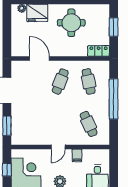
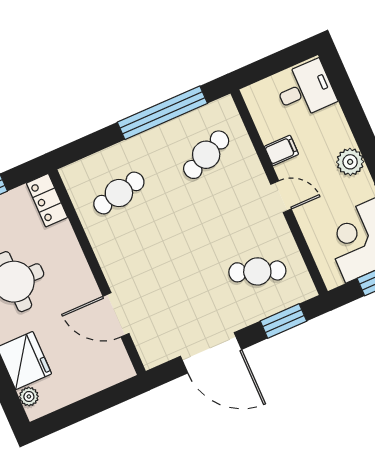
door: (39, 58) -> (116, 315), hinge flipped
cafe table: (60, 82) -> (257, 271), moved
window: (114, 99) -> (162, 113), moved

